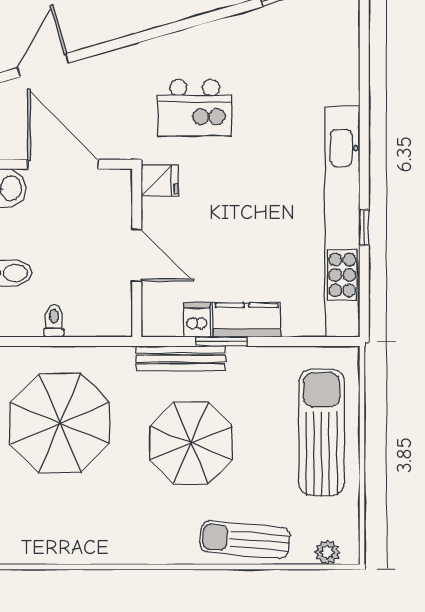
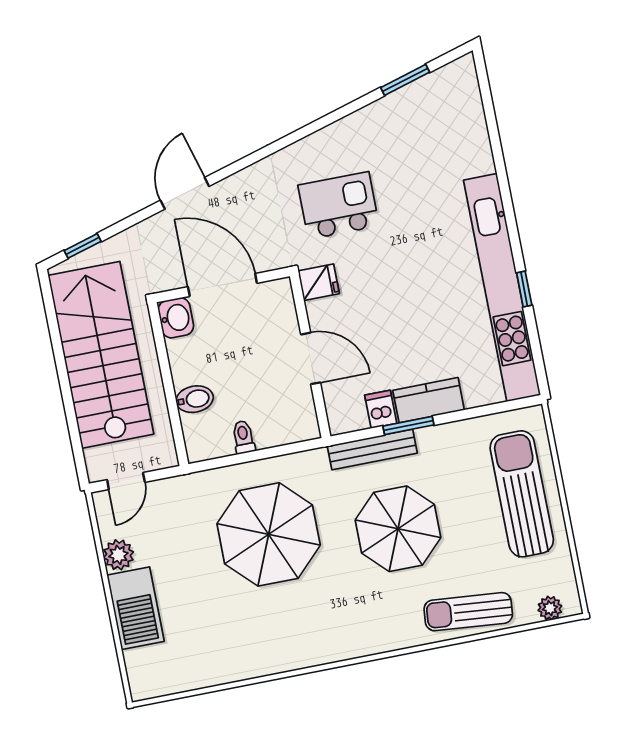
kitchen island: (195, 108) -> (339, 205), turned 180

